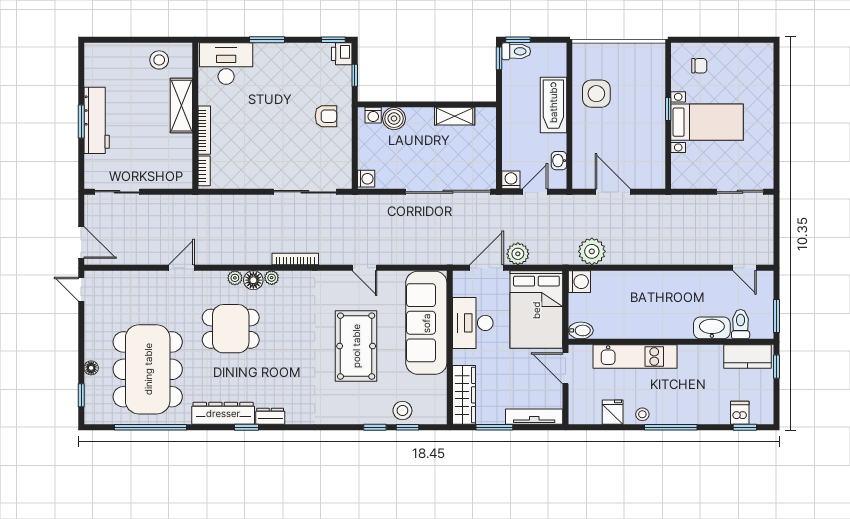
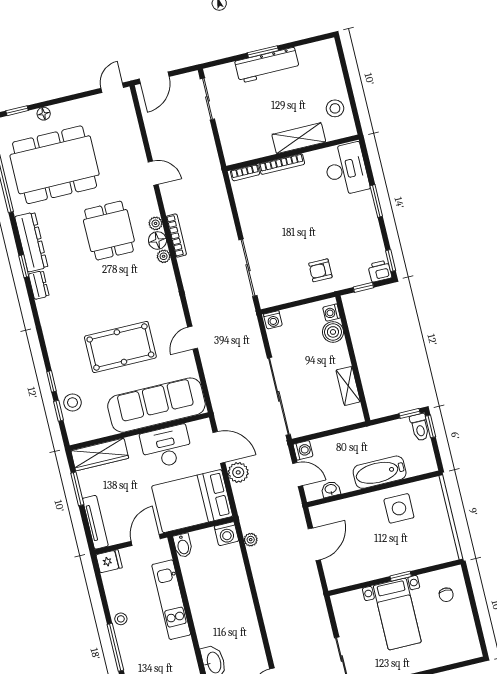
armchair: (326, 116) -> (320, 270), turned 90
plant: (592, 251) -> (251, 540), width x0.53, depth x0.53
bookcase: (295, 259) -> (176, 236), moved
fridge: (613, 412) -> (109, 561), moved

